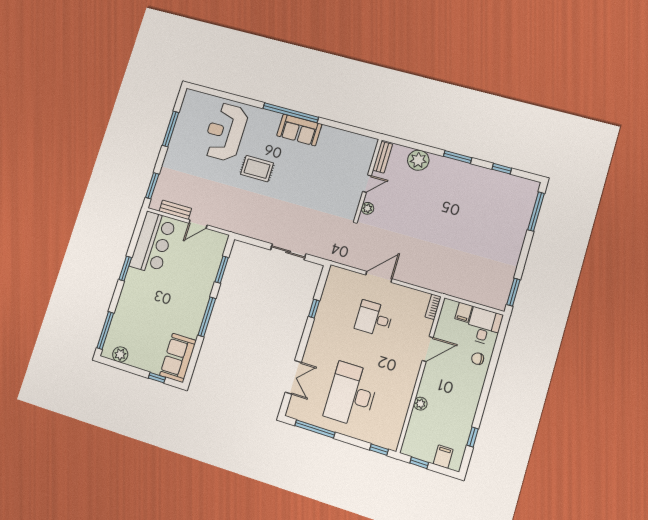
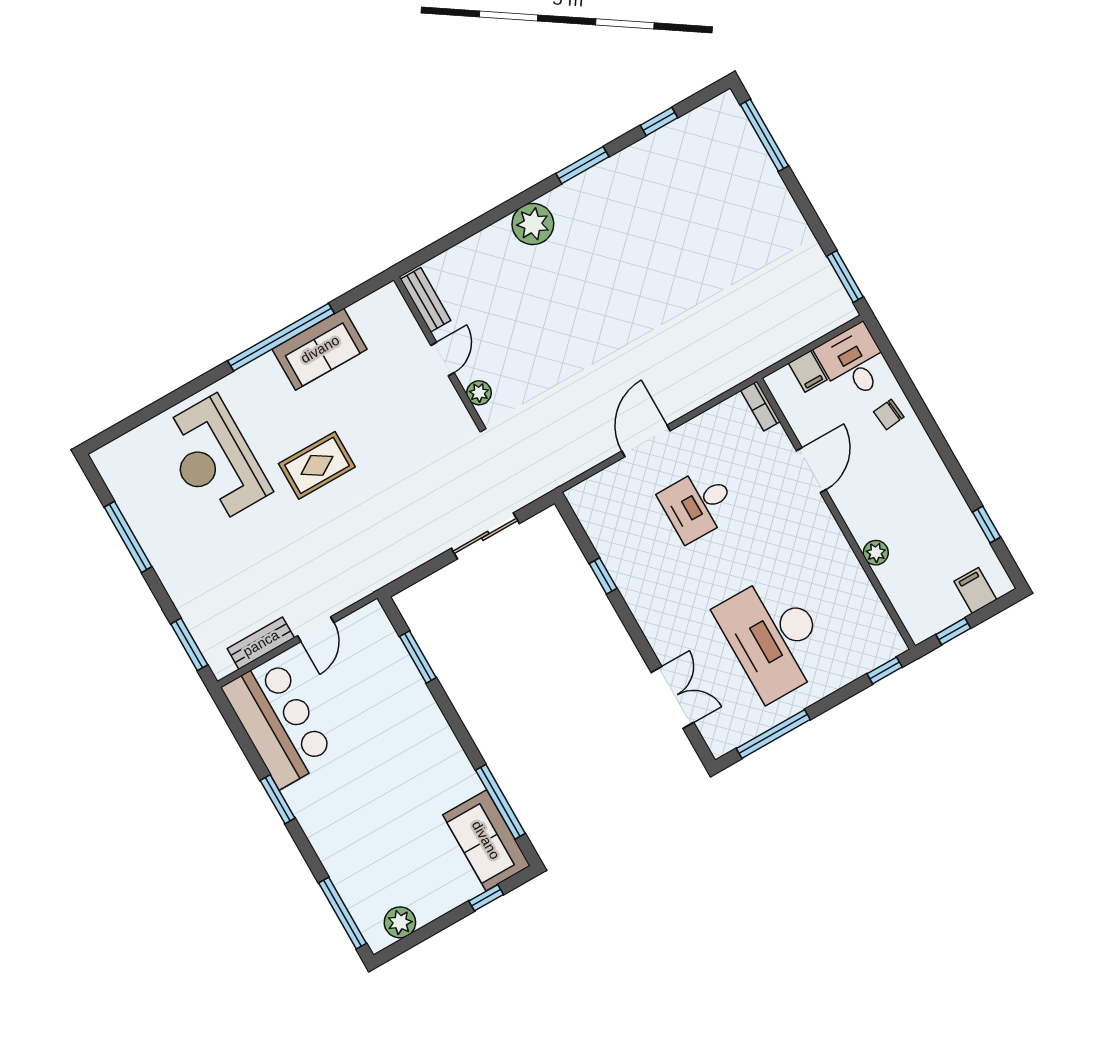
bench: (383, 157) -> (426, 300), moved
wall: (368, 179) -> (438, 351), moved
door: (367, 184) -> (442, 359), moved
plant: (367, 208) -> (479, 393), moved
window: (207, 317) -> (500, 802), moved

